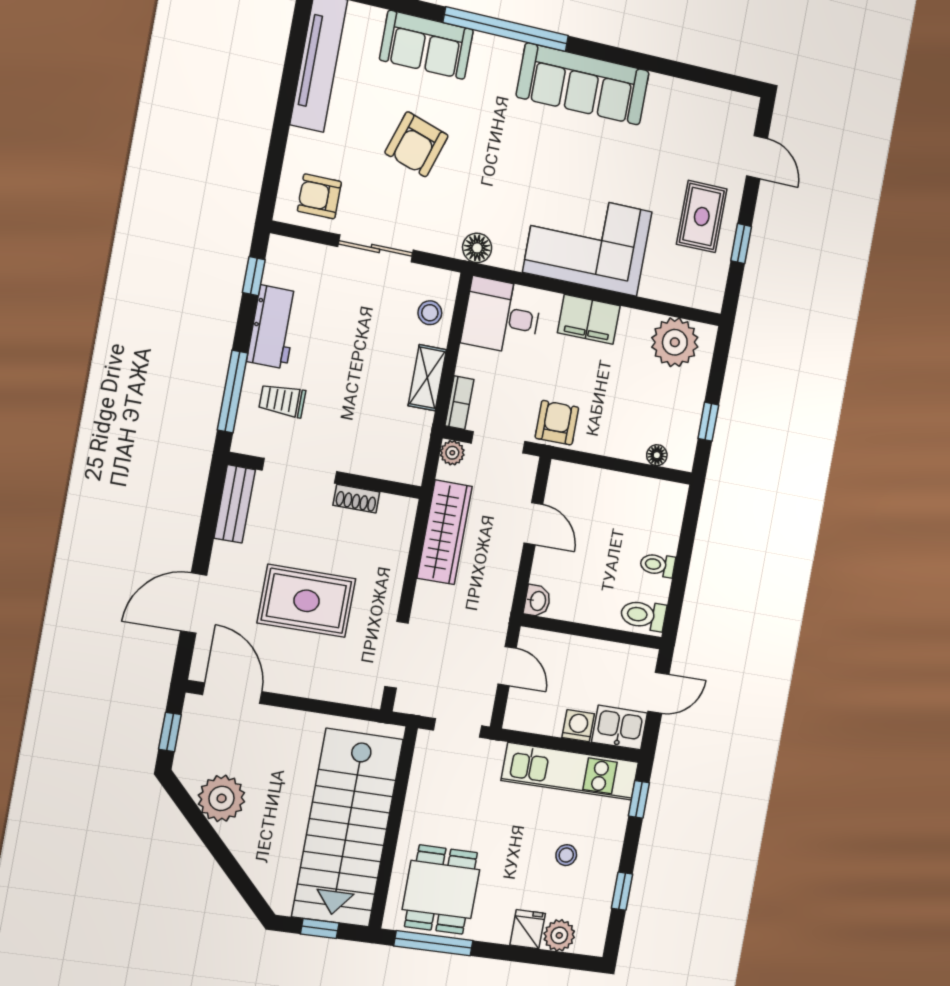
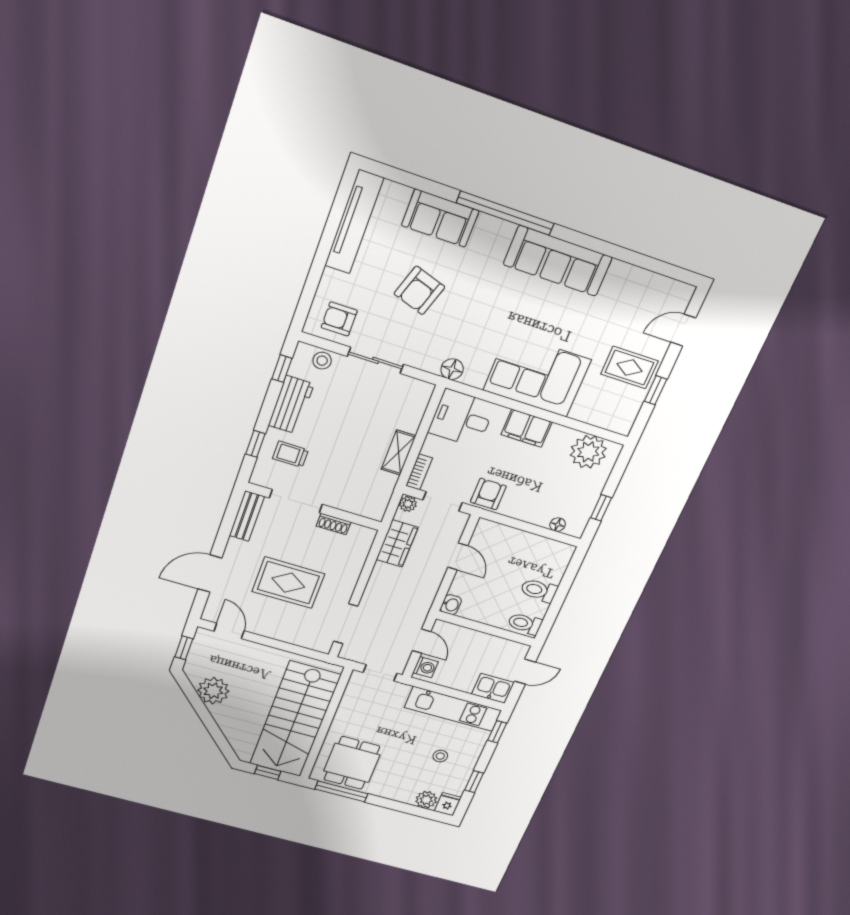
door: (757, 157) -> (683, 330), swing flipped
rug: (702, 216) -> (629, 368), turned 90
stool: (430, 313) -> (322, 361), moved
window: (232, 392) -> (255, 444), width x0.46
wardrobe: (445, 532) -> (397, 543), width x0.67
toilet: (658, 565) -> (539, 590), width x1.37, depth x1.39
door: (232, 693) -> (229, 631), width x0.73
washing machine: (578, 726) -> (426, 667), moved, turned 90
fridge: (528, 929) -> (448, 804), moved

